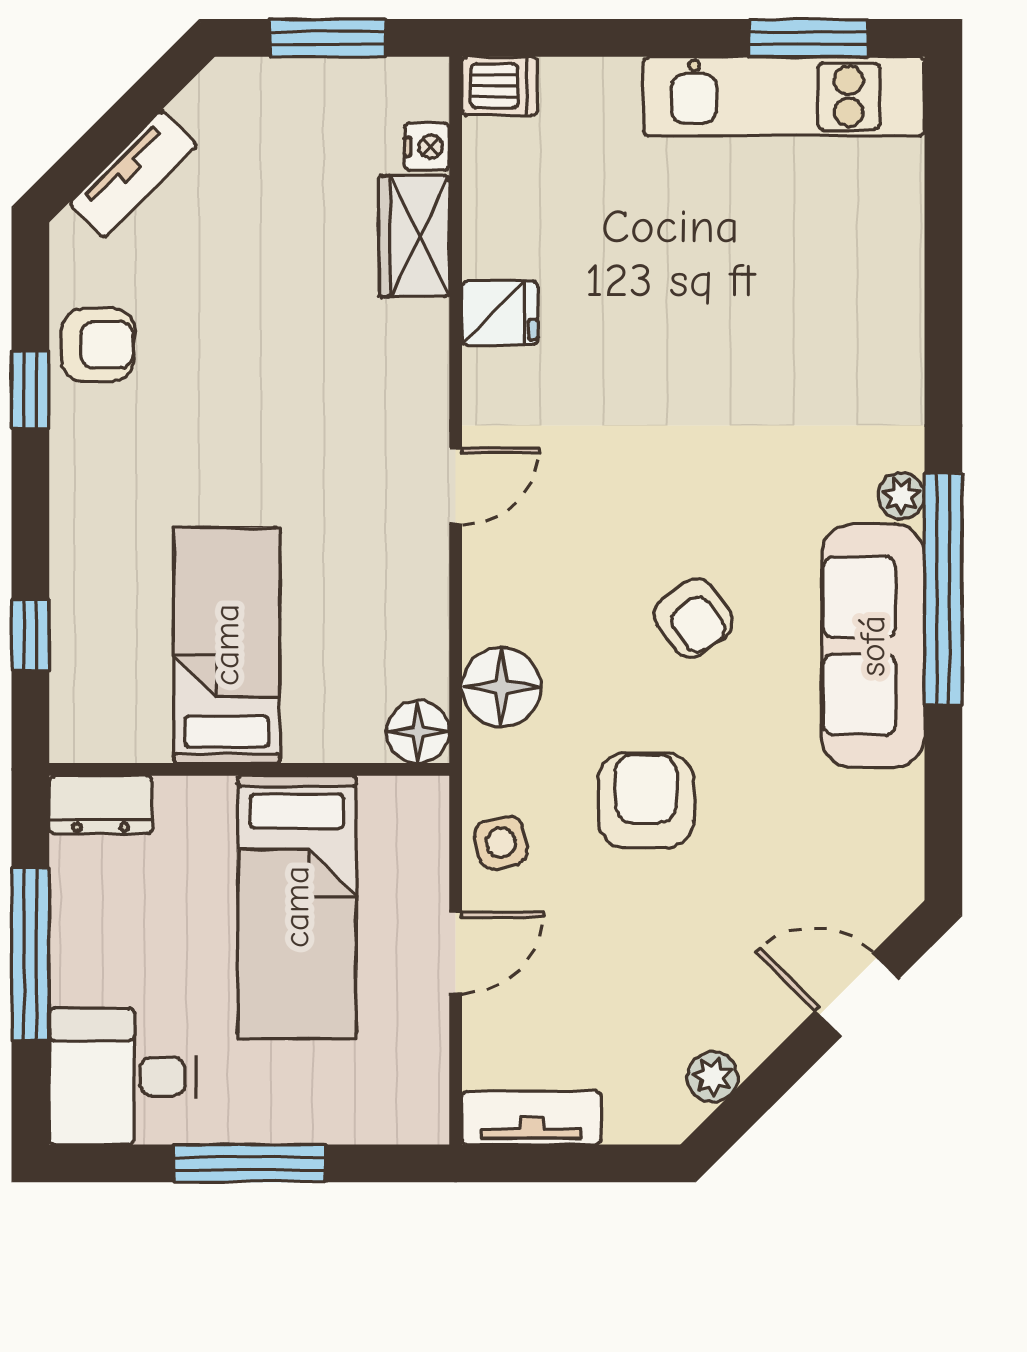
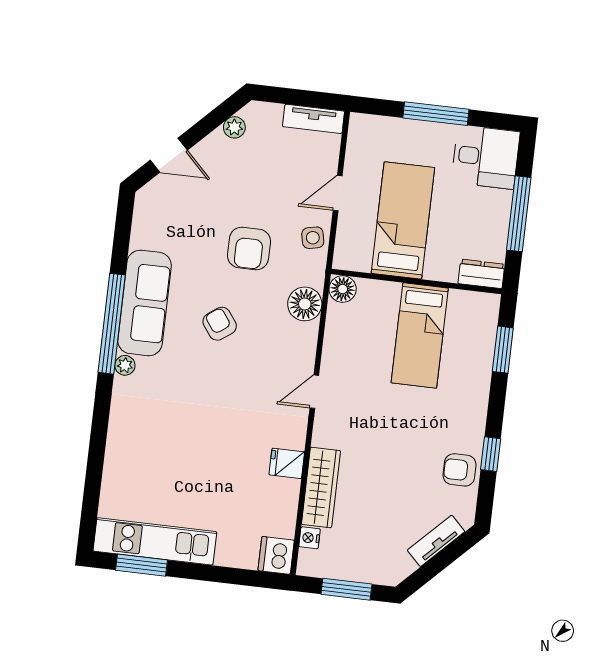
dishwasher: (500, 86) -> (276, 555), width x1.38
wardrobe: (414, 236) -> (321, 487), width x1.50
window: (30, 635) -> (503, 350), width x1.50

